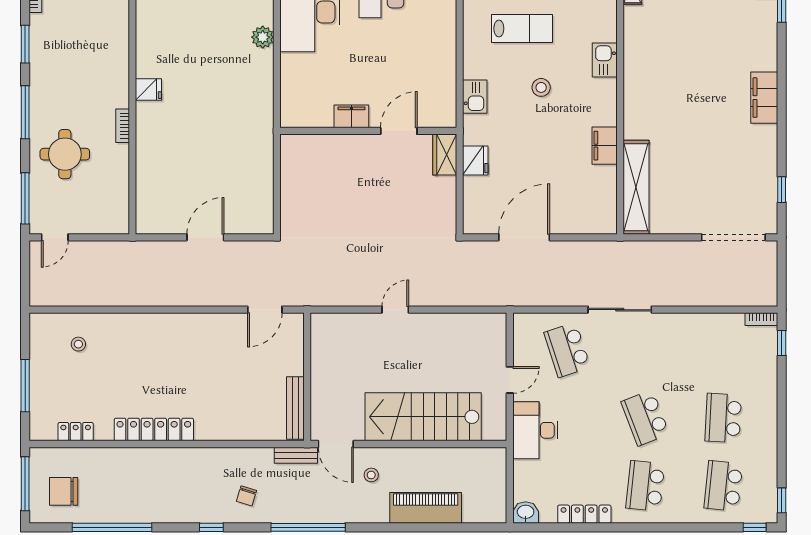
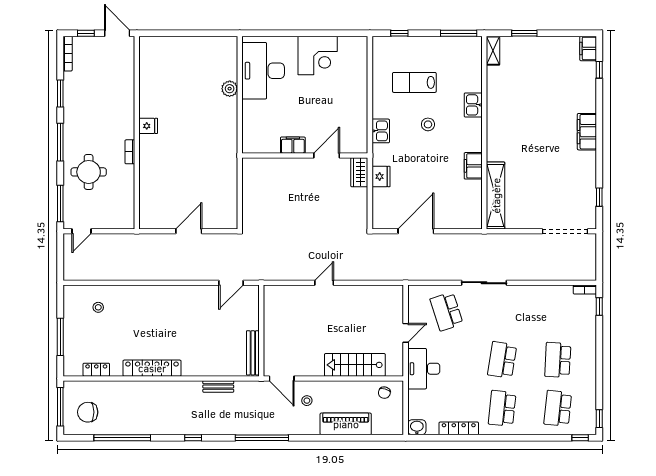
lab bench: (522, 28) -> (414, 82), turned 180
stairs: (423, 417) -> (355, 365), width x0.73, depth x0.66
school desk: (645, 418) -> (502, 360), turned 30
bench: (296, 455) -> (218, 386), moved
chair: (246, 496) -> (384, 393), moved

